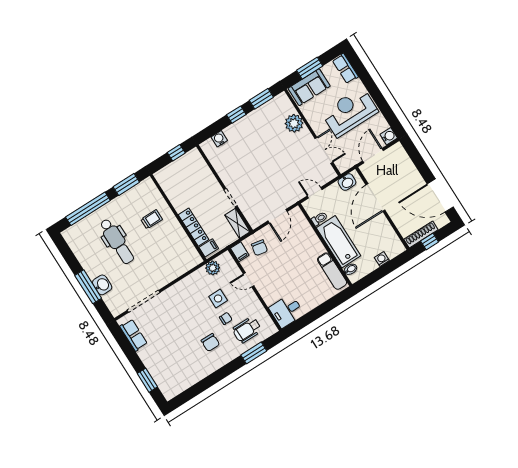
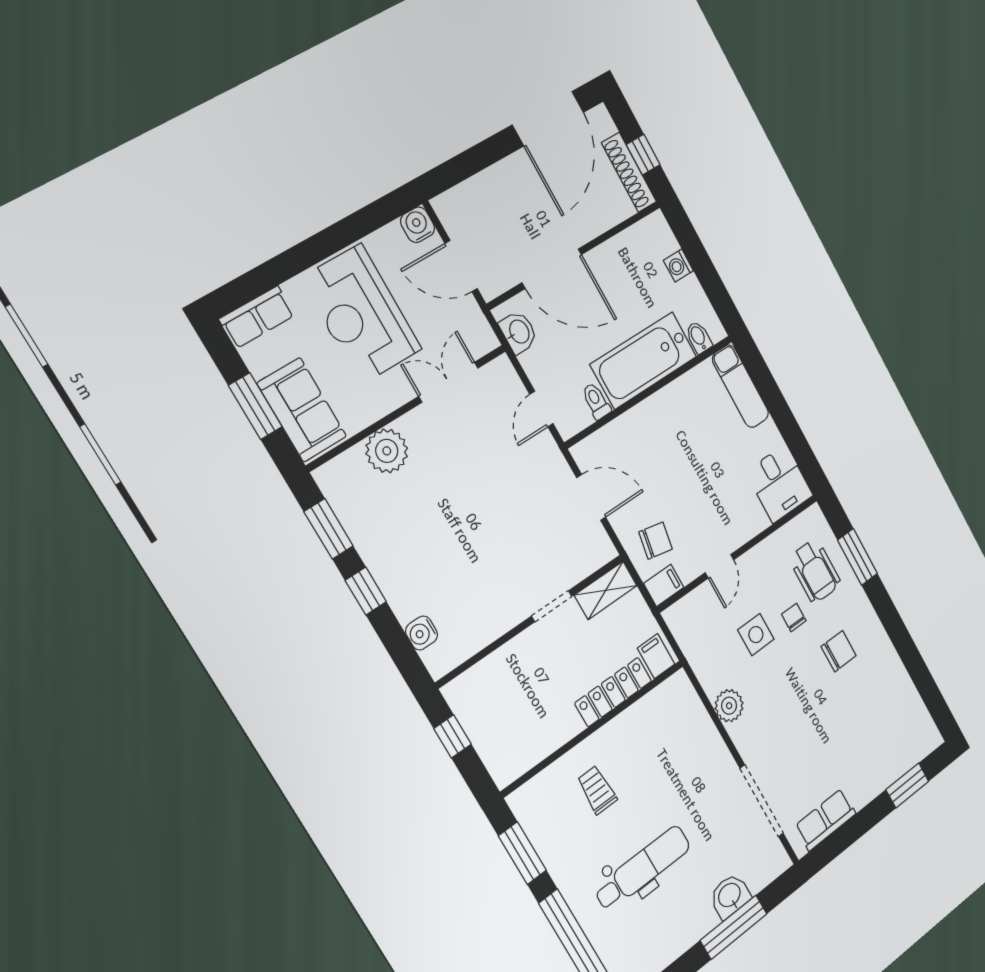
plant: (213, 268) -> (729, 706), moved
exam couch: (332, 271) -> (740, 386), moved, turned 90

